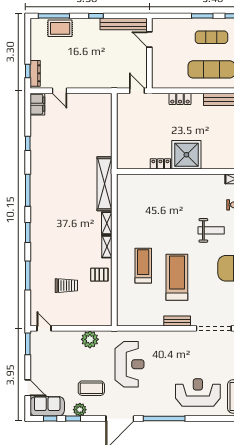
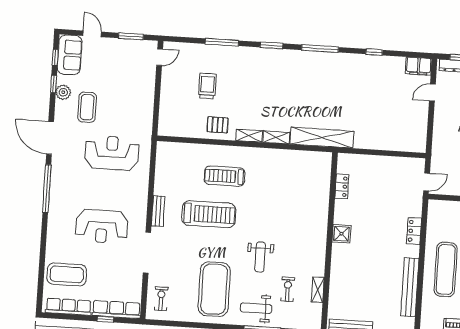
shower: (186, 155) -> (341, 234), width x0.54, depth x0.54
locker: (160, 164) -> (342, 187), moved
treadmill: (143, 266) -> (225, 176), turned 180
pallet: (99, 275) -> (218, 125), turned 90
trolley: (66, 286) -> (207, 86), turned 180
plant: (90, 339) -> (143, 109), removed
window: (28, 344) -> (131, 36), moved
reception desk: (130, 364) -> (112, 153), turned 180
door: (28, 388) -> (92, 34), swing flipped
reception desk: (198, 392) -> (102, 226), moved, turned 90

